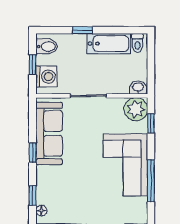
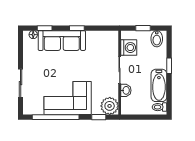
washing machine: (46, 77) -> (129, 48), moved, turned -90
washbasin: (138, 88) -> (126, 90), moved
sofa: (49, 133) -> (62, 41), moved
window: (151, 181) -> (56, 117), width x1.46

